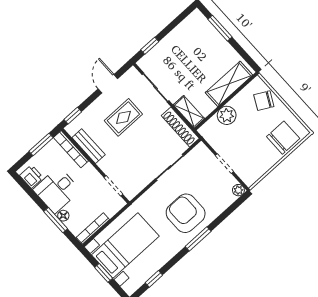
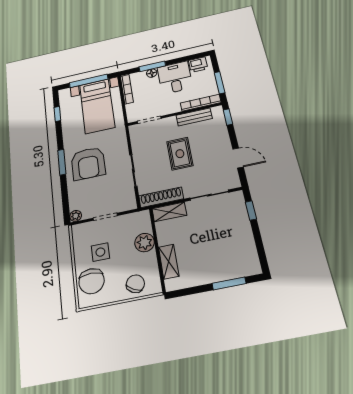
shelving: (229, 84) -> (169, 262), width x0.67, depth x0.75
rug: (123, 117) -> (180, 154), moved
side table: (256, 147) -> (100, 252), added
armchair: (186, 213) -> (88, 163), turned 90
window: (104, 273) -> (89, 81), width x2.17

